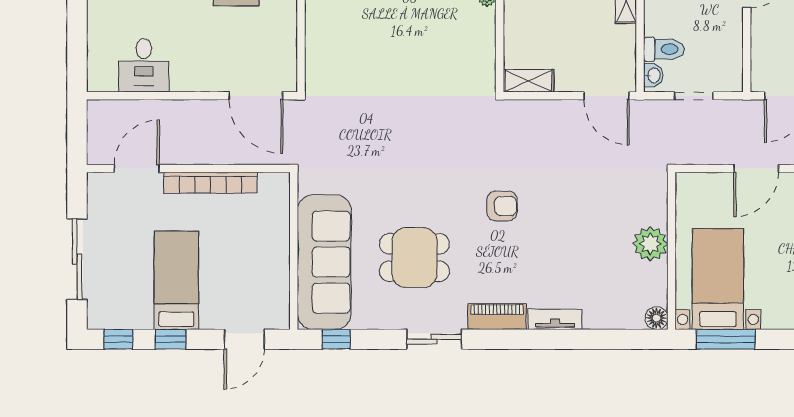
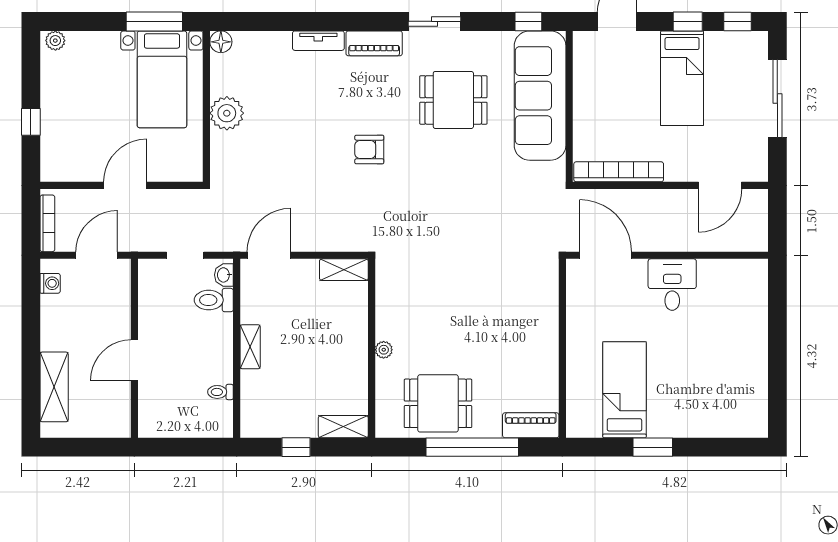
desk: (144, 65) -> (672, 285), moved
door: (606, 96) -> (269, 255), hinge flipped
bookcase: (210, 183) -> (619, 172), moved

